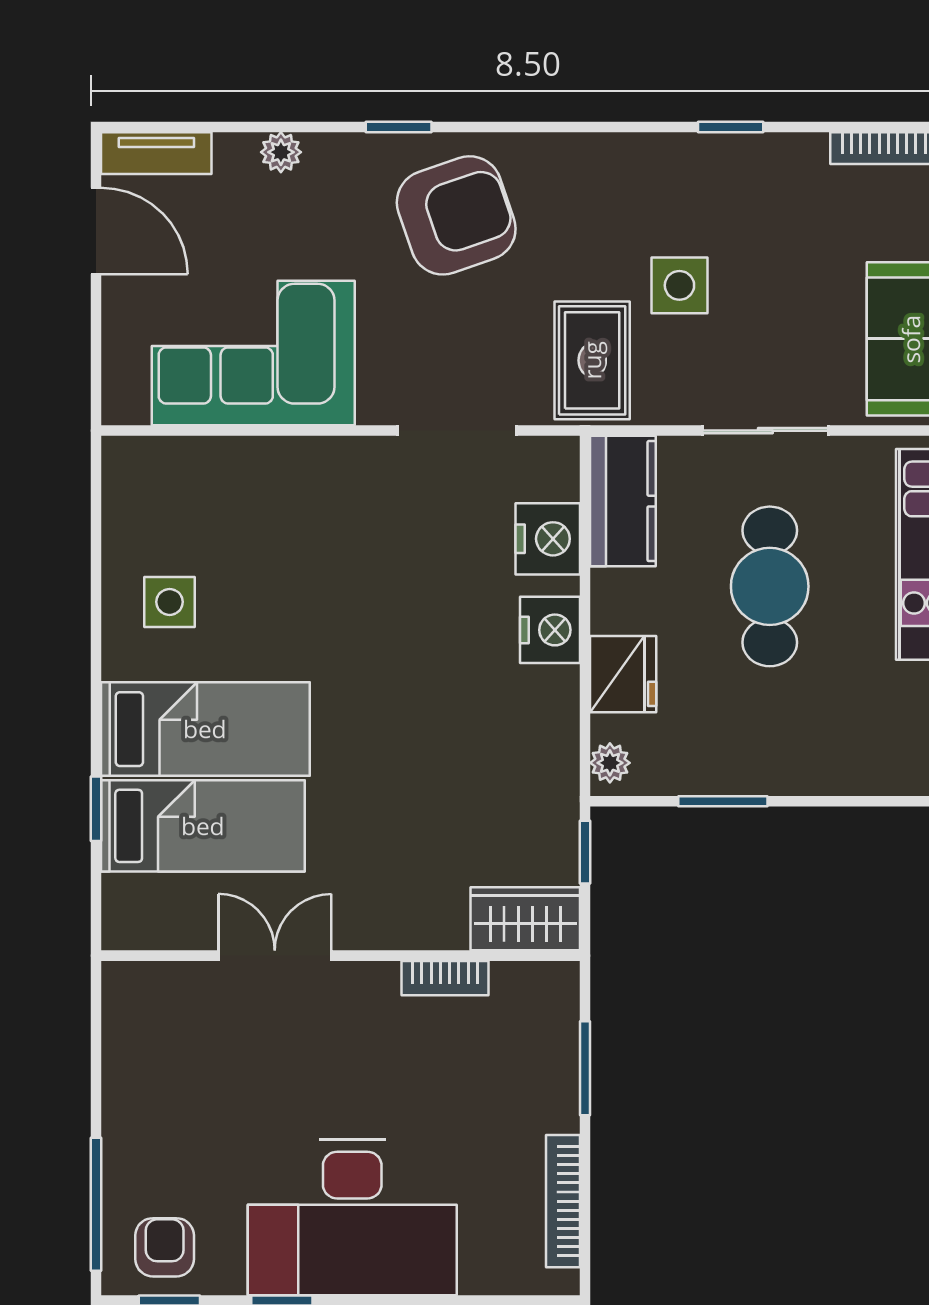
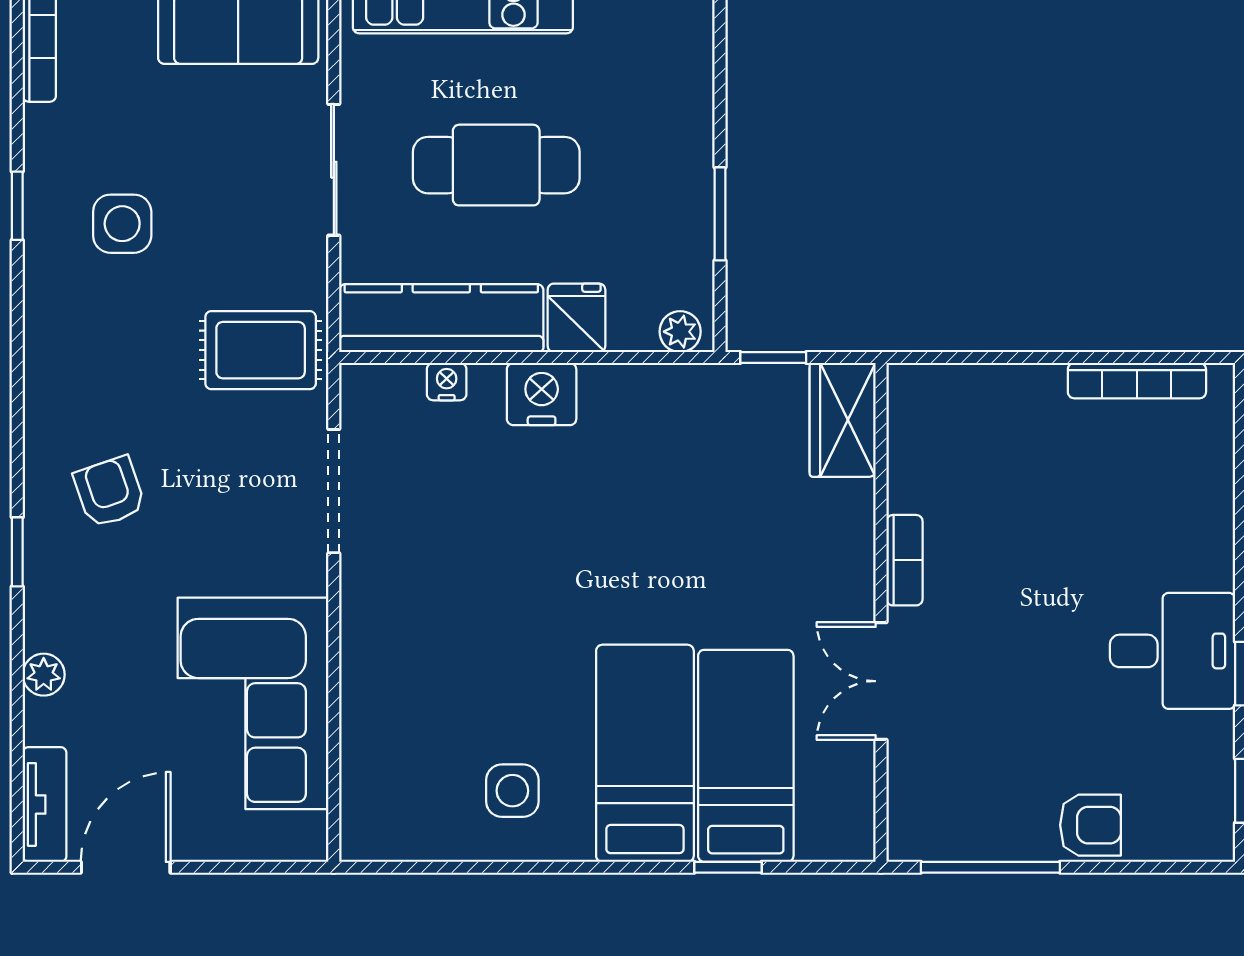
armchair: (456, 215) -> (110, 492), width x0.53, depth x0.53
side table: (679, 285) -> (122, 224), moved
kitchen counter: (623, 501) -> (441, 318), width x1.50
nightstand: (548, 539) -> (447, 382), width x0.53, depth x0.56
fridge: (623, 674) -> (576, 318), width x0.72
bookcase: (445, 978) -> (904, 560), moved
window: (585, 1068) -> (998, 358), removed
window: (96, 1204) -> (990, 867), moved
desk: (352, 1217) -> (1173, 651), width x0.53, depth x0.77
armchair: (165, 1247) -> (1090, 825), moved, turned 180

